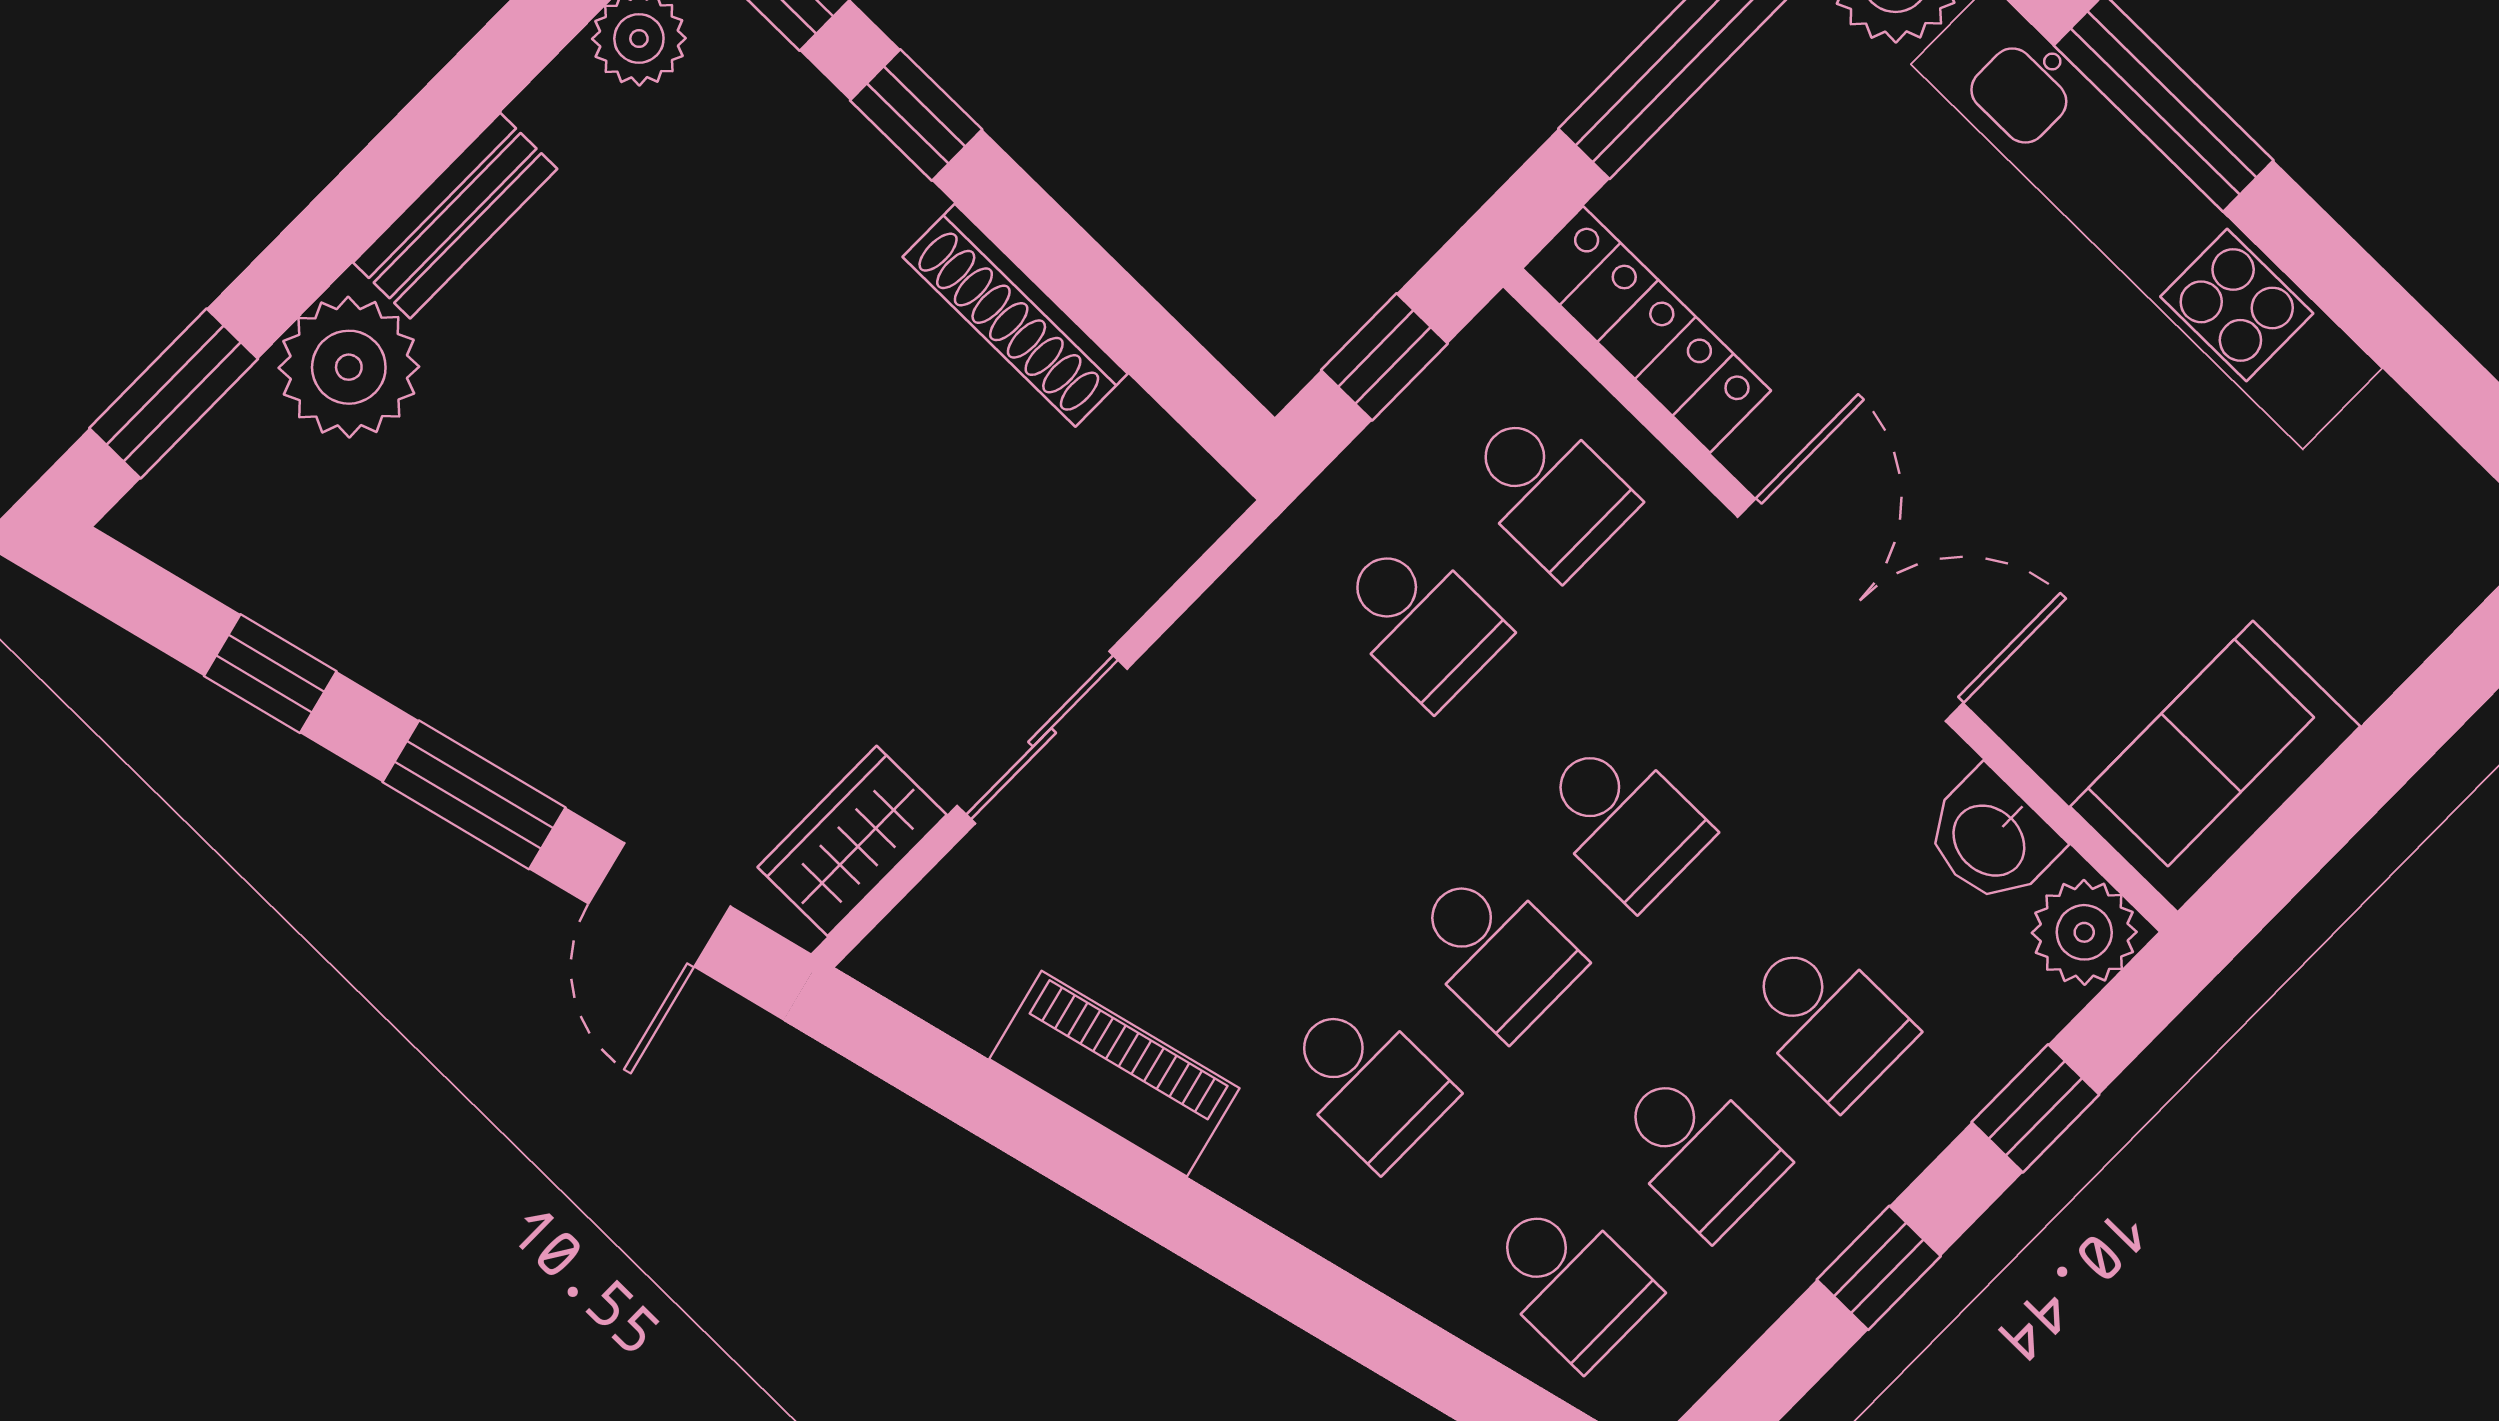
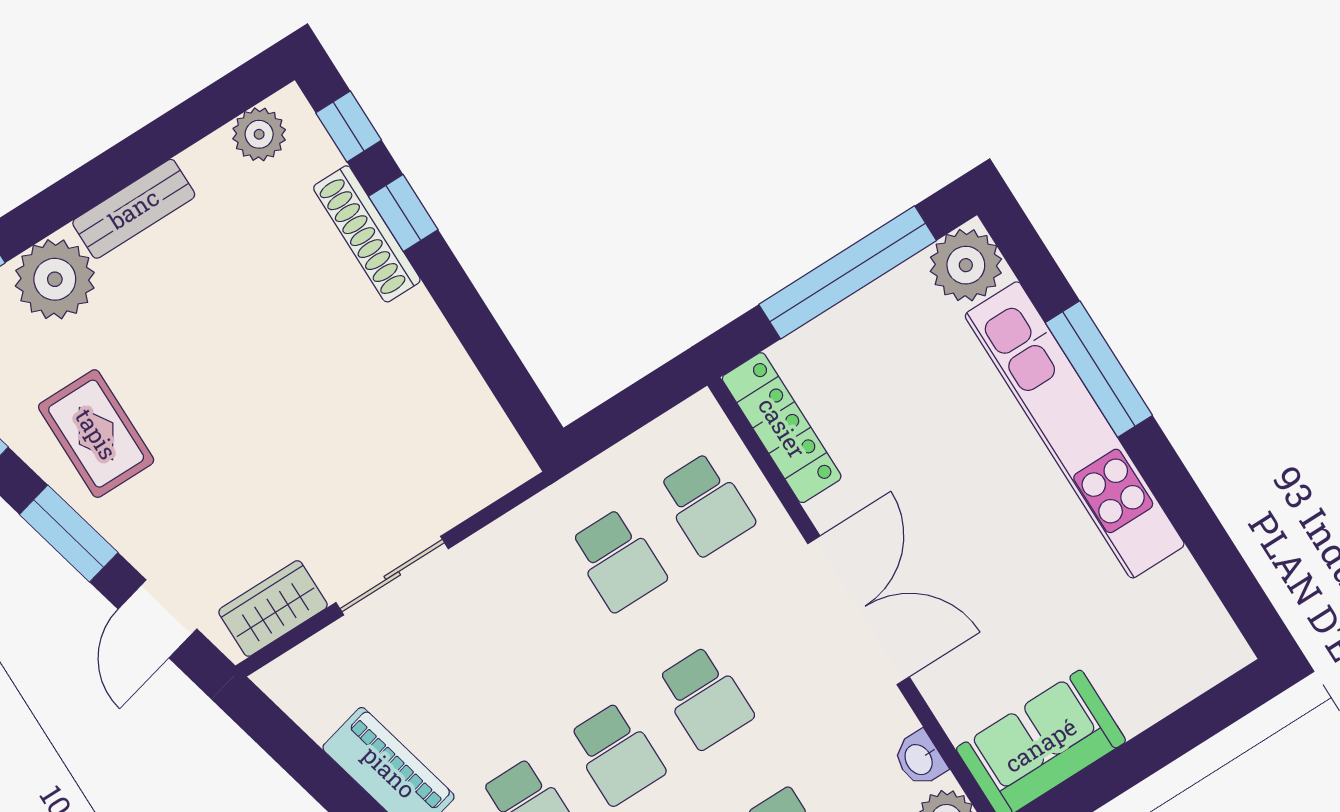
shoe rack: (1015, 315) -> (367, 234), moved
window: (1384, 357) -> (632, 409), removed
rug: (481, 614) -> (96, 434), added
washbasin: (1991, 838) -> (920, 759), width x0.72, depth x0.69

